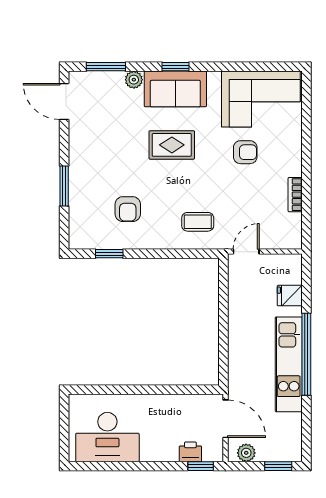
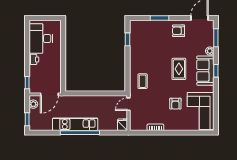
armchair: (128, 209) -> (179, 31), moved
door: (246, 252) -> (128, 104), swing flipped
fridge: (290, 296) -> (123, 125), moved
printer: (190, 452) -> (34, 59), moved

